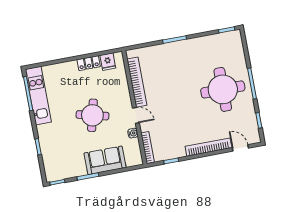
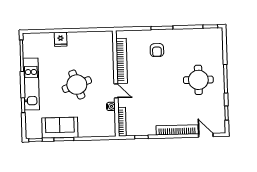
fridge: (108, 62) -> (61, 39), moved
locker: (89, 63) -> (81, 37), removed
armchair: (173, 64) -> (157, 50), added
round table: (223, 89) -> (198, 80), width x0.73, depth x0.73
kitchen unit: (38, 96) -> (31, 84), moved
round table: (92, 115) -> (77, 85), turned -33
sofa: (105, 160) -> (60, 128), moved

